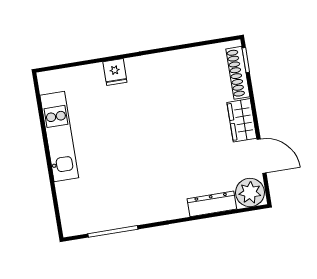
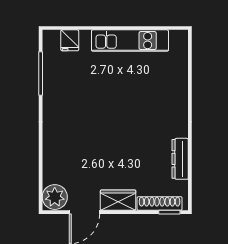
fridge: (115, 72) -> (70, 40), moved, turned -90
dresser: (212, 204) -> (180, 159), moved, turned 180

